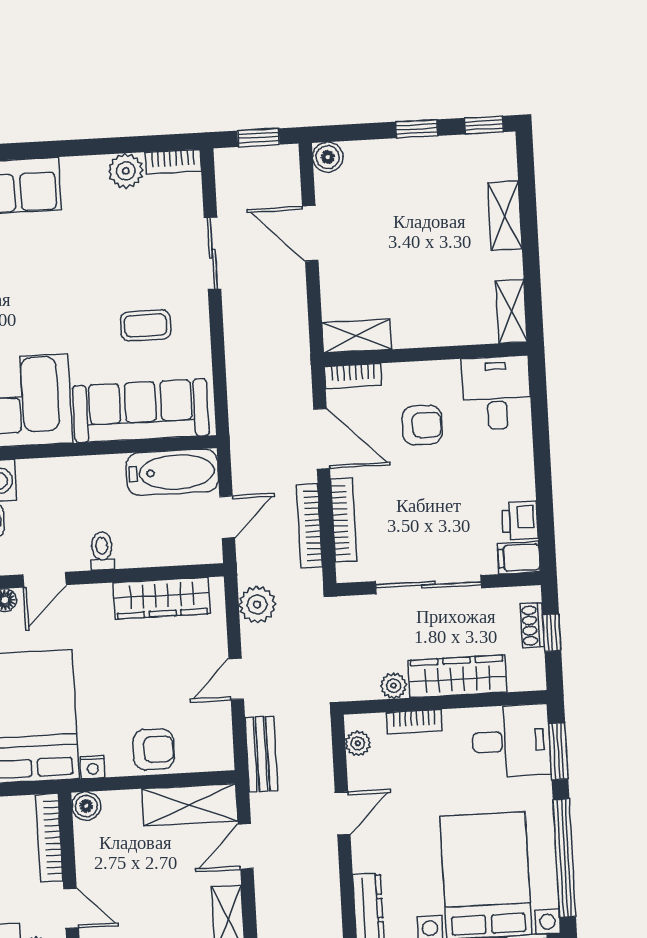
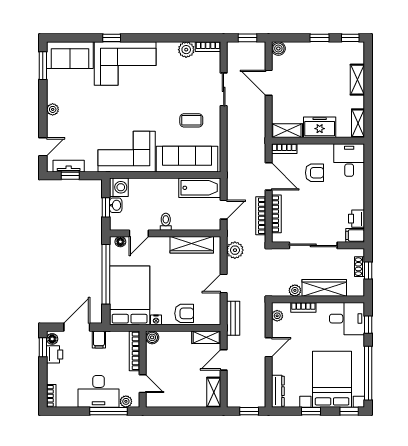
freezer: (428, 325) -> (320, 127), added
window: (558, 751) -> (368, 325), width x0.67
shelving: (190, 805) -> (206, 337), width x0.67, depth x0.75

